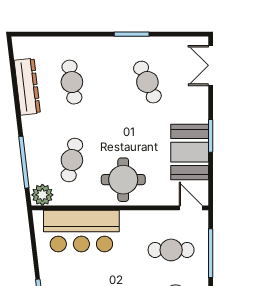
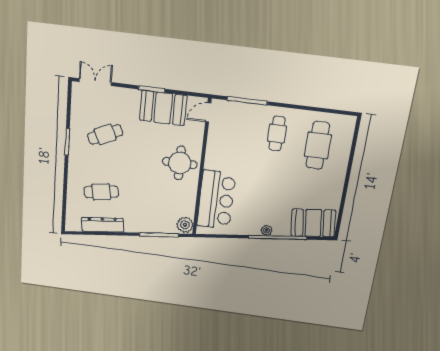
double door: (211, 65) -> (95, 82), swing flipped
cafe table: (72, 160) -> (161, 200), removed
cafe table: (171, 250) -> (240, 133), removed

